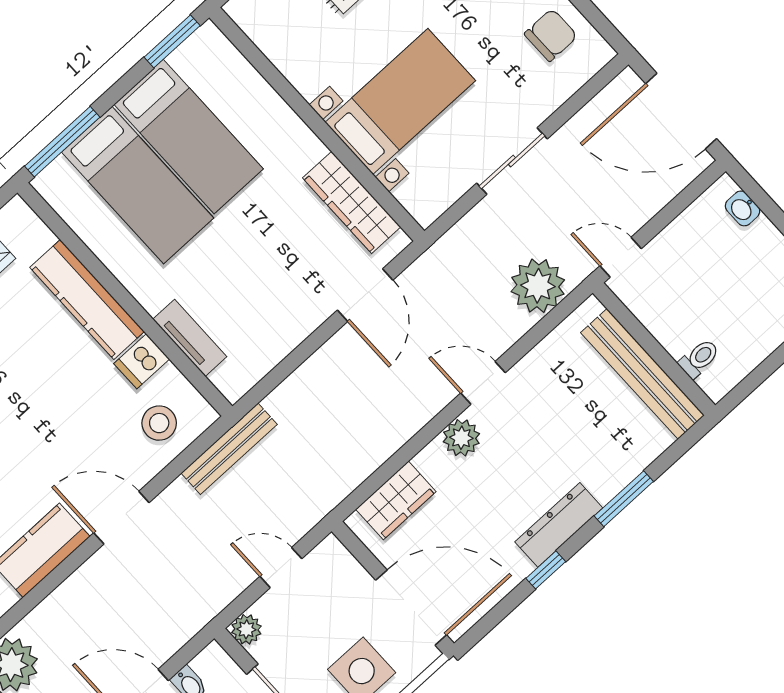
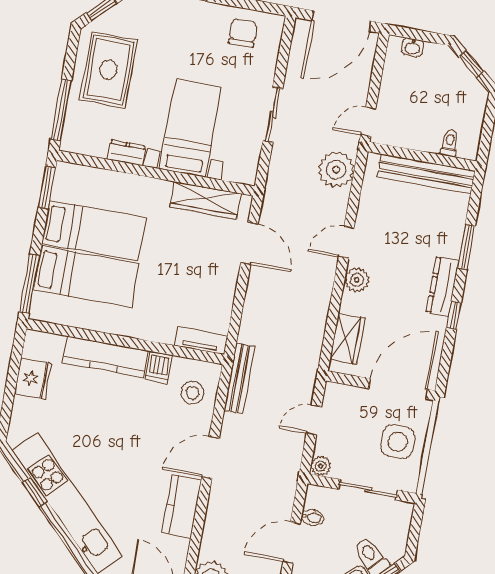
dresser: (300, 72) -> (126, 153), added
tv unit: (190, 338) -> (201, 341), moved

